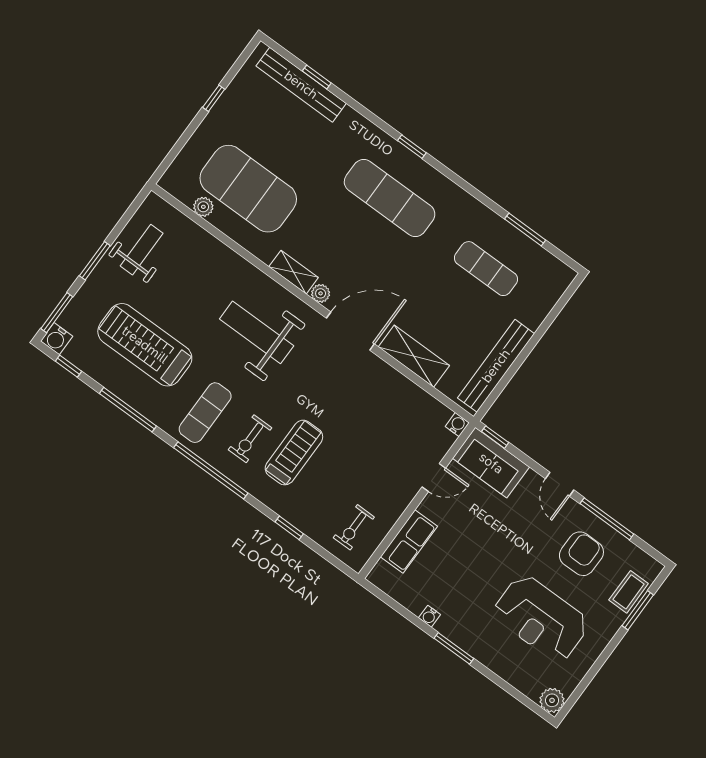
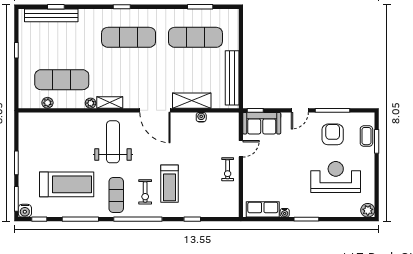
exercise mat: (248, 189) -> (62, 80), width x0.68
weight bench: (142, 250) -> (34, 142), removed
exercise mat: (486, 269) -> (195, 37), width x1.36, depth x1.45
plant: (321, 293) -> (91, 103), moved
door: (350, 331) -> (155, 110), swing flipped
weight bench: (257, 332) -> (113, 142), turned 90
treadmill: (145, 345) -> (67, 184), turned 180
water cooler: (457, 425) -> (201, 117), moved
treadmill: (294, 453) -> (170, 184), turned 180
door: (560, 484) -> (300, 110), hinge flipped
exercise bike: (354, 527) -> (228, 169), moved
row of seats: (409, 542) -> (263, 209), moved, turned -90
reception desk: (541, 618) -> (336, 177), turned 180

